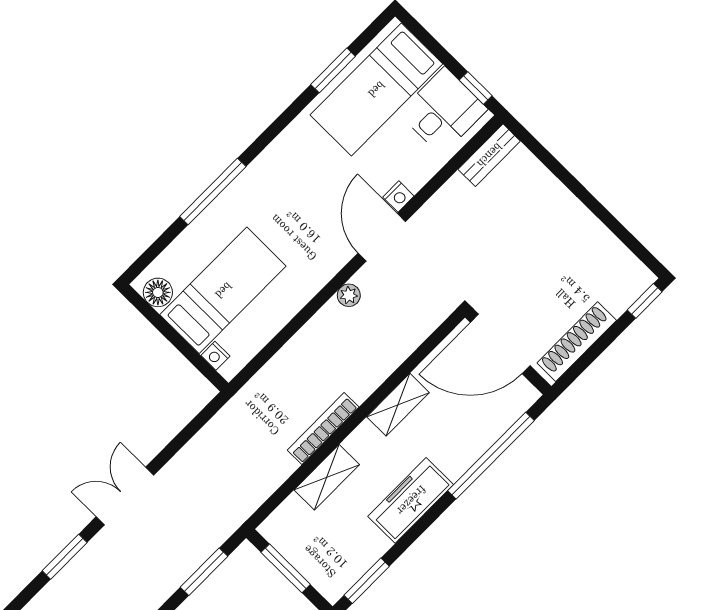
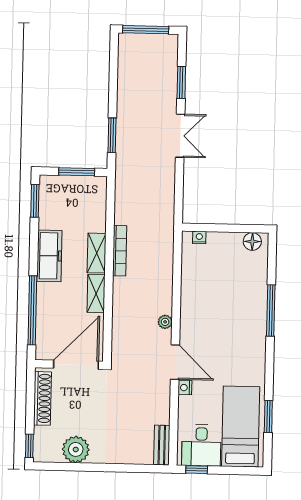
plant: (594, 245) -> (76, 449), added
bed: (223, 290) -> (224, 270), removed
shelving: (327, 477) -> (97, 253), moved

